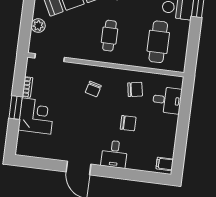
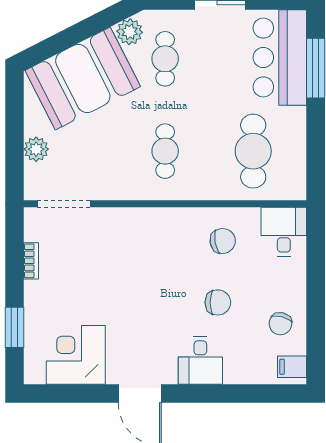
chair: (93, 89) -> (280, 324), moved
desk: (167, 100) -> (284, 232), moved, turned -90
window: (16, 108) -> (15, 327), moved
corner desk: (36, 116) -> (76, 355), moved, turned -90

